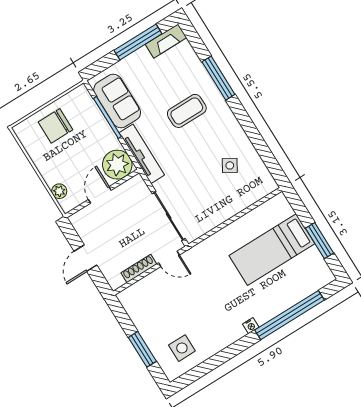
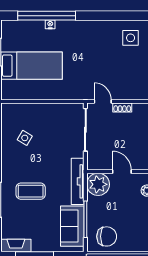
chair: (55, 126) -> (107, 236), moved
door: (100, 195) -> (122, 172), swing flipped
shoe rack: (139, 268) -> (122, 107), width x0.70
nightstand: (251, 326) -> (50, 24), moved

